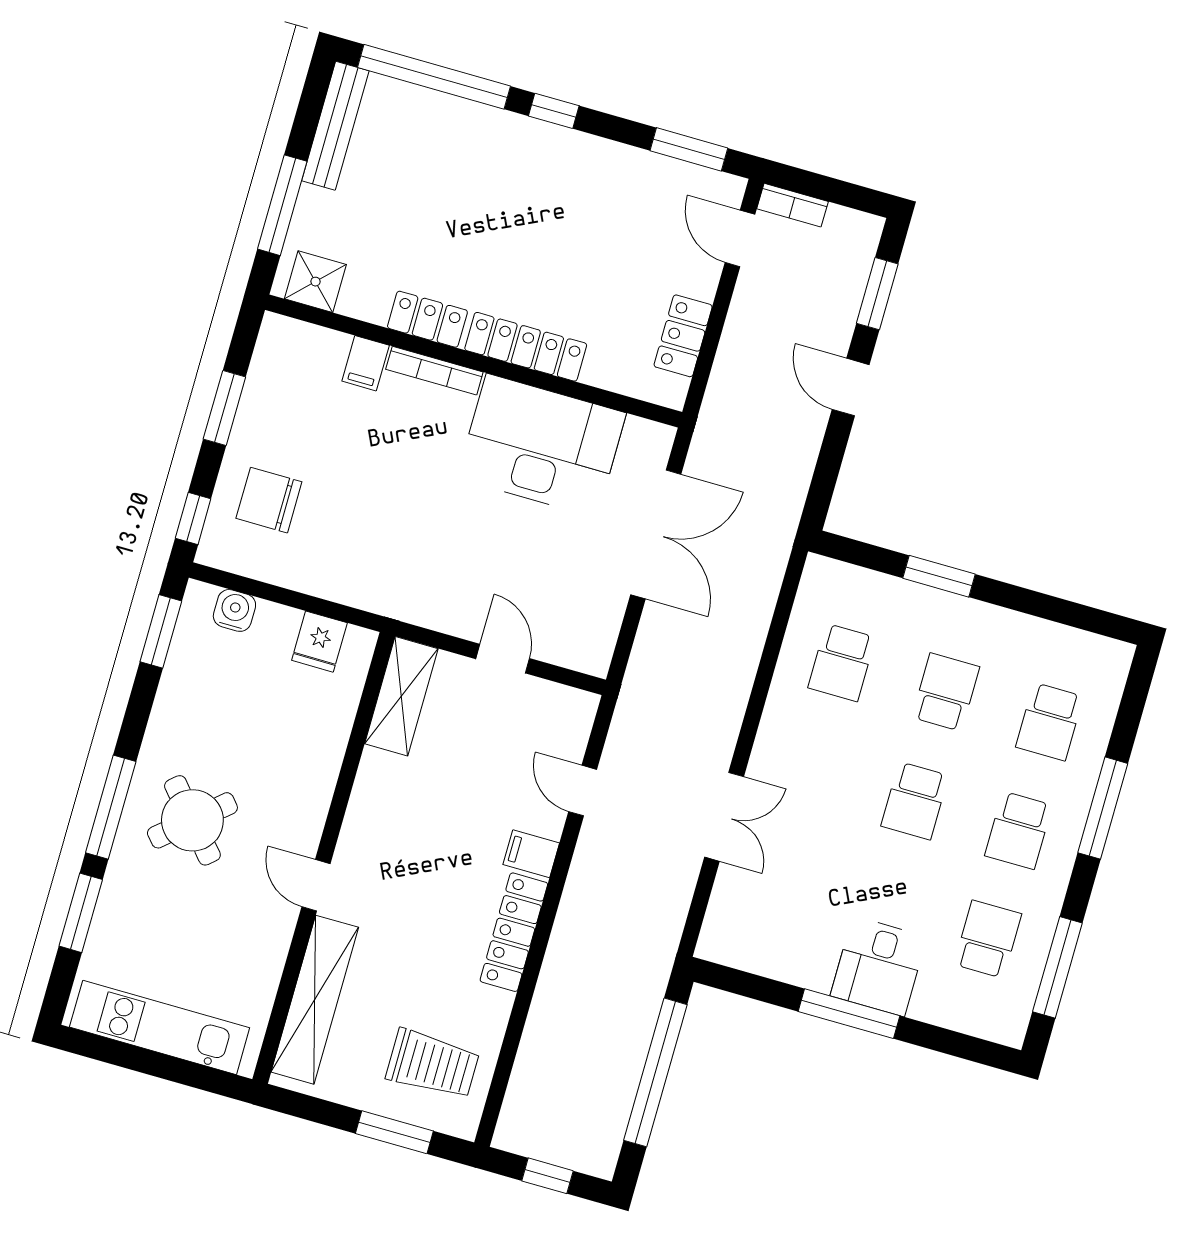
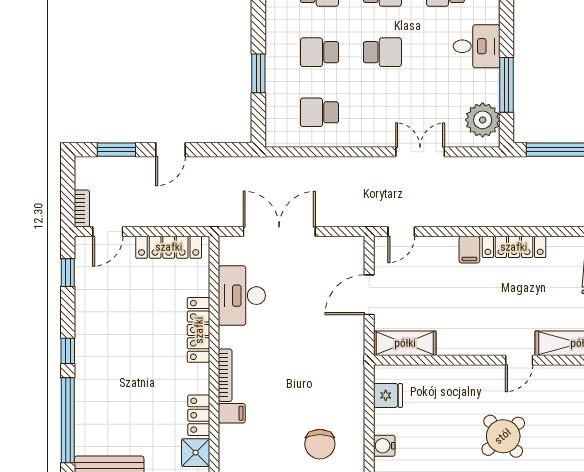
window: (689, 149) -> (68, 273), width x0.67
locker: (427, 319) -> (199, 415), moved
locker: (683, 336) -> (169, 247), width x1.53
desk: (541, 445) -> (242, 296), width x0.73, depth x0.77
door: (503, 659) -> (369, 295), width x1.38
school desk: (842, 662) -> (319, 112), turned 180
door: (583, 791) -> (401, 232), moved
plant: (748, 940) -> (483, 120), added
window: (849, 1014) -> (507, 85), moved

